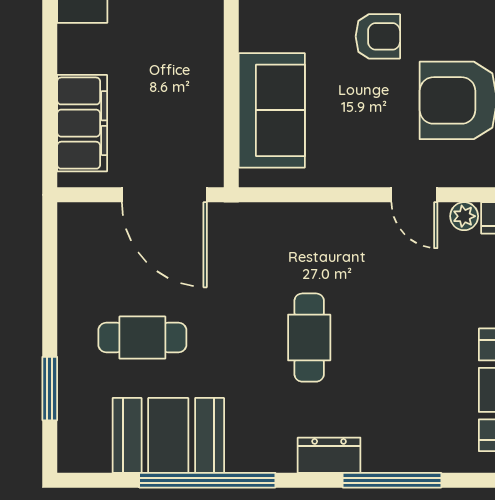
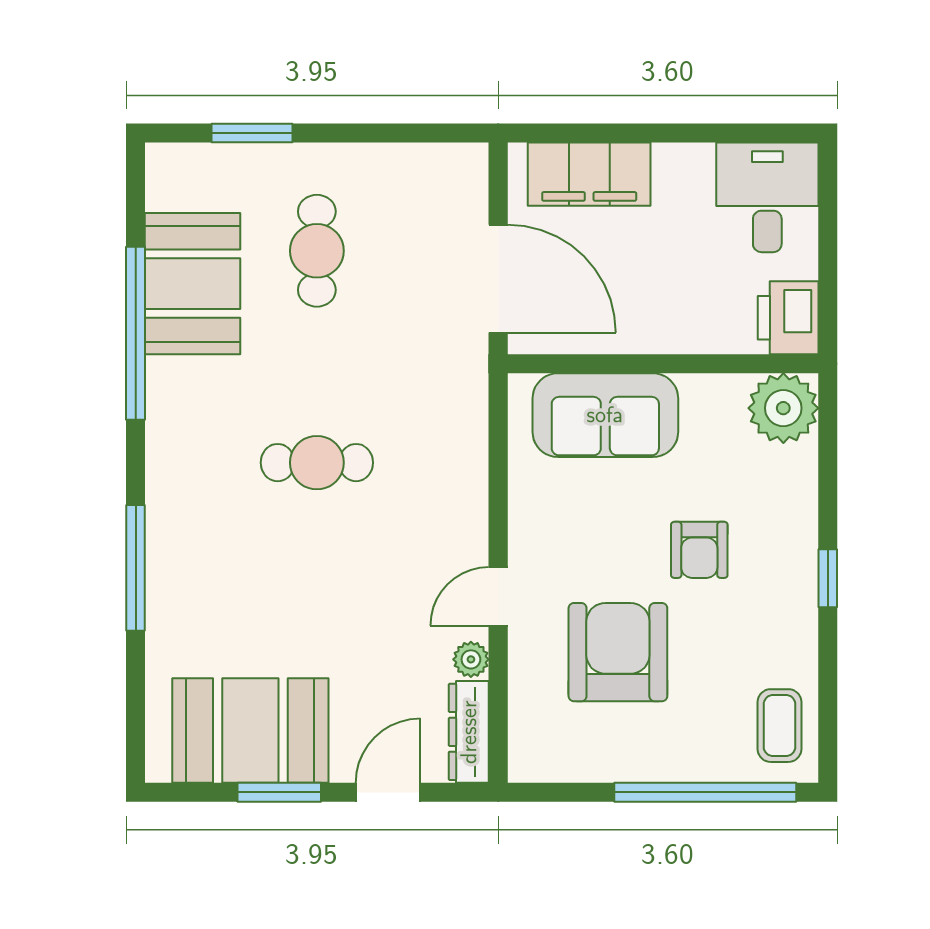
door: (164, 195) -> (498, 279), swing flipped
dresser: (329, 455) -> (167, 488), removed

